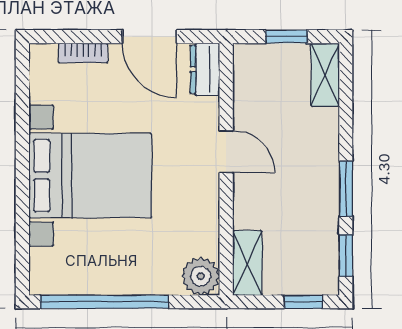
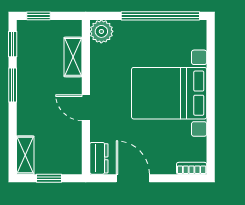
bookcase: (83, 53) -> (192, 168), moved
shelving: (247, 263) -> (73, 57), moved

